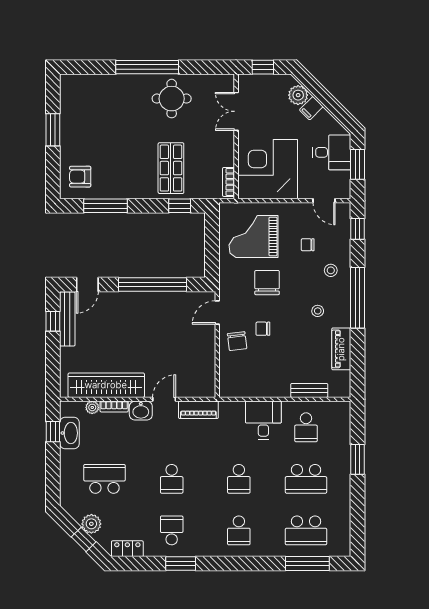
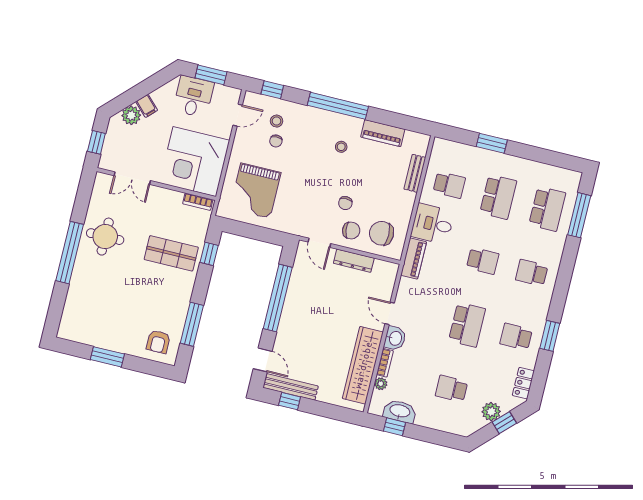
stool: (331, 270) -> (277, 121), moved
chair: (267, 283) -> (382, 233), moved
dresser: (208, 351) -> (354, 261), added
piano: (198, 410) -> (414, 259), moved
school desk: (104, 479) -> (451, 389), width x0.54
school desk: (172, 479) -> (467, 325), width x1.85
school desk: (239, 530) -> (532, 273), turned 180

